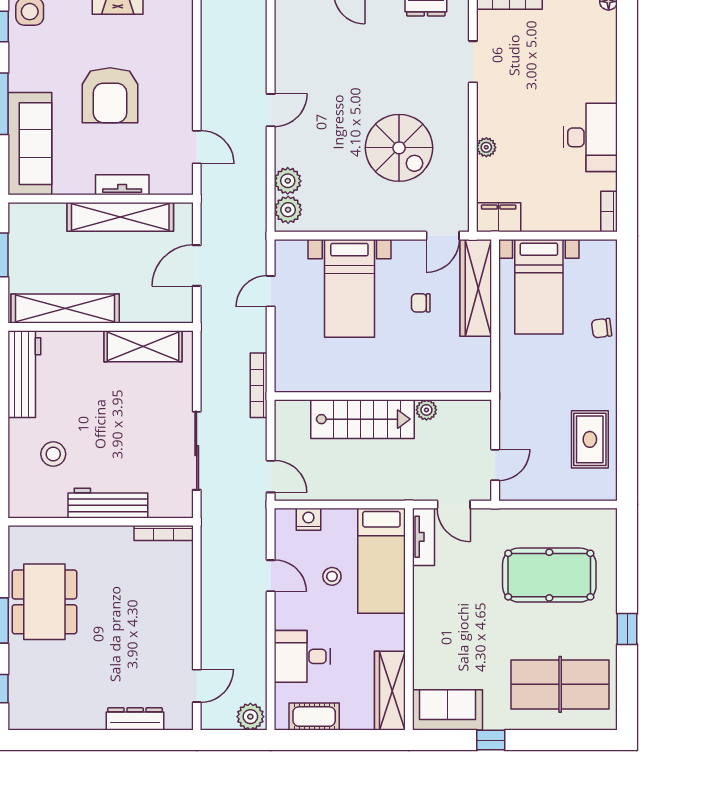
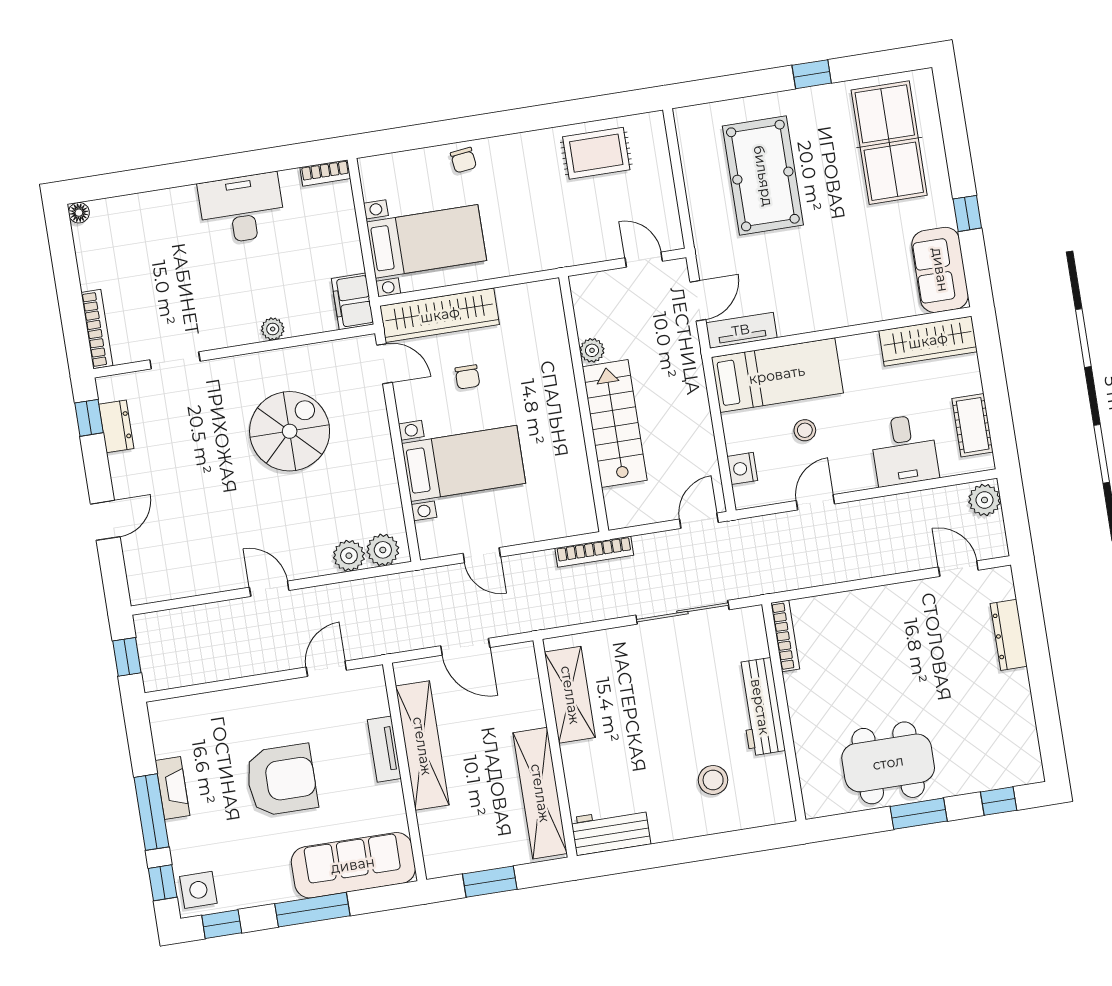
workbench: (24, 374) -> (611, 831), width x0.73

